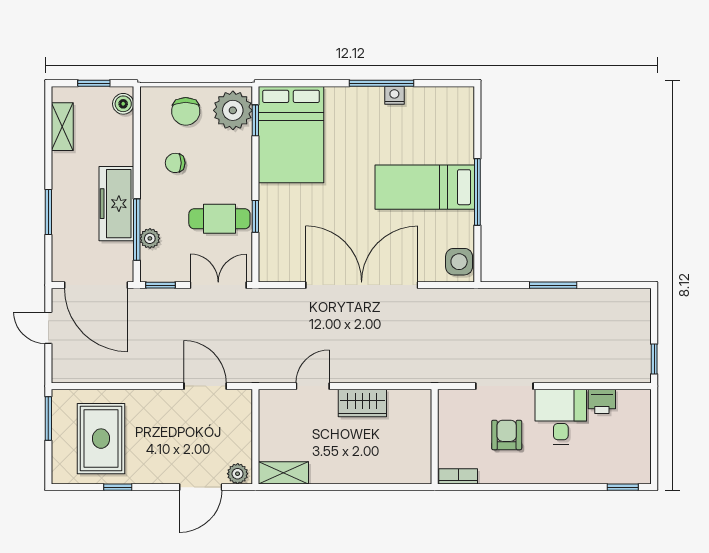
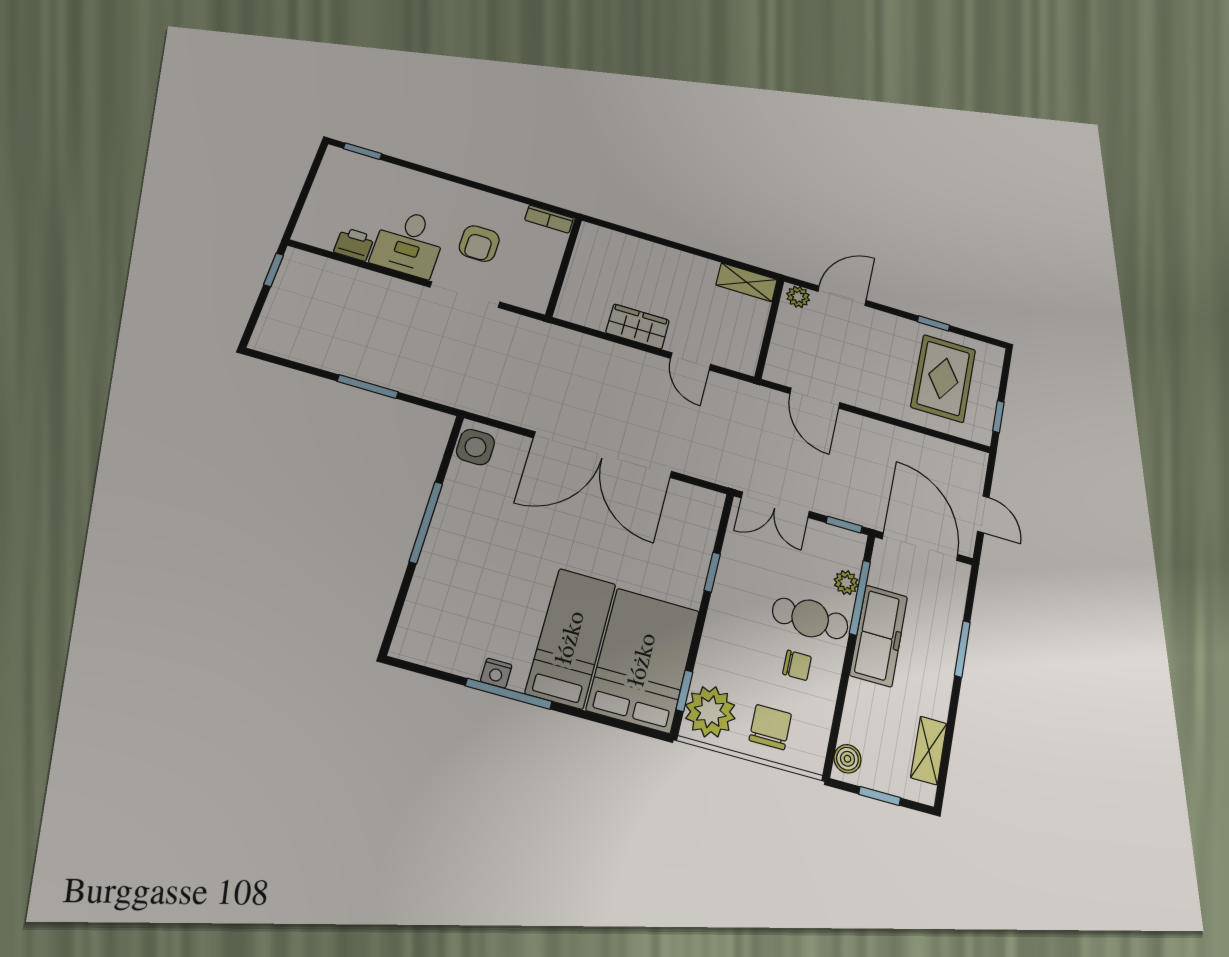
bed: (425, 187) -> (571, 638), moved, turned -90
cafe table: (219, 219) -> (810, 618), moved
door: (313, 386) -> (691, 361), hinge flipped
window: (48, 419) -> (998, 417), width x0.67

